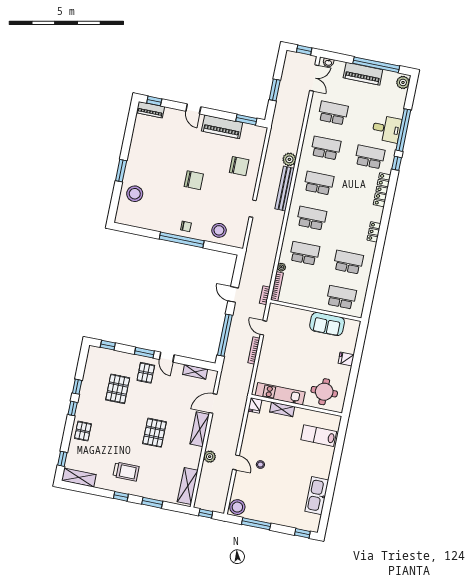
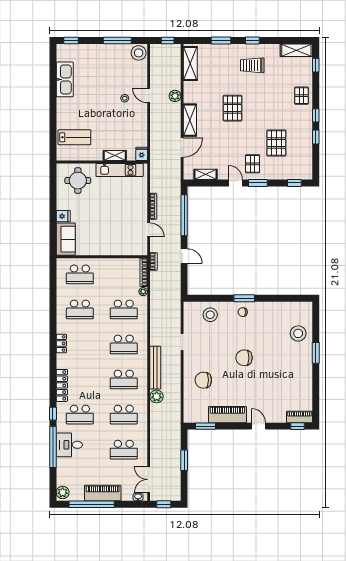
window: (182, 240) -> (244, 298), width x0.47
sofa: (327, 324) -> (66, 239), moved, turned 90

